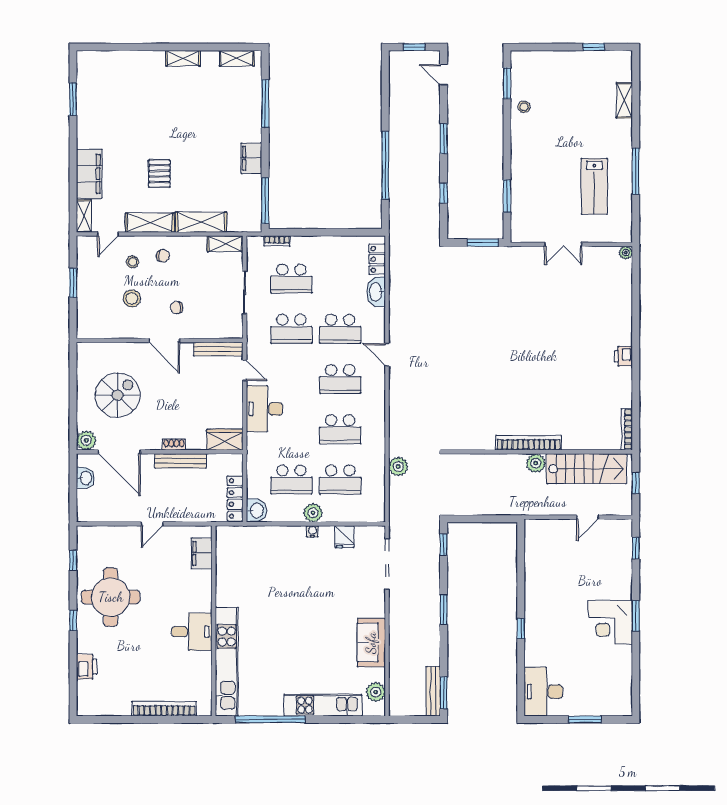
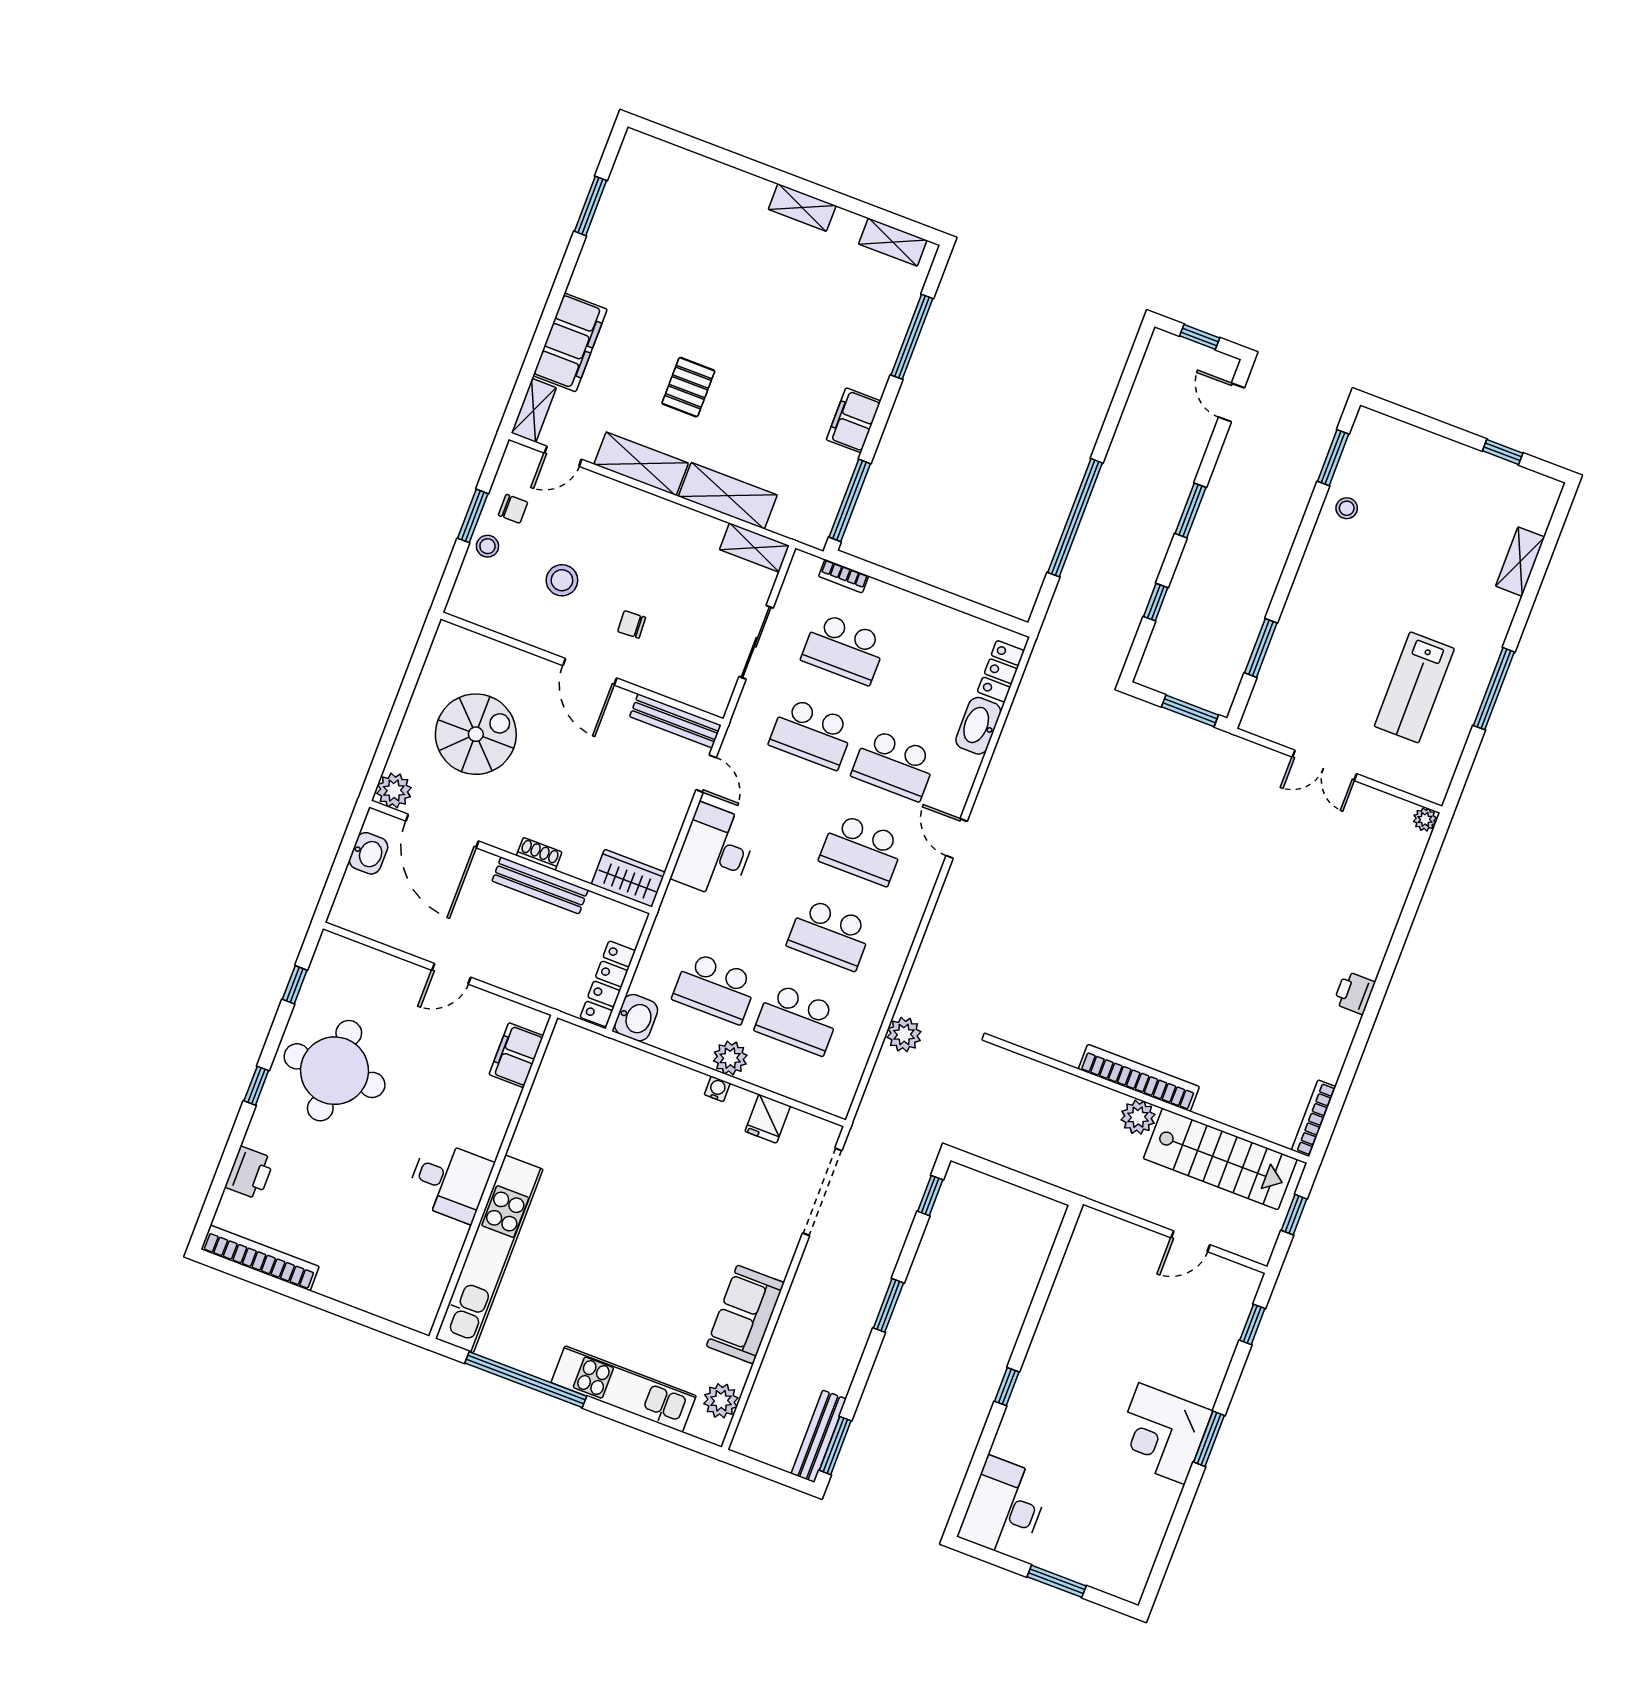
chair: (163, 256) -> (513, 509), moved
stool: (133, 262) -> (487, 546), moved
bookcase: (164, 709) -> (260, 1258), moved

